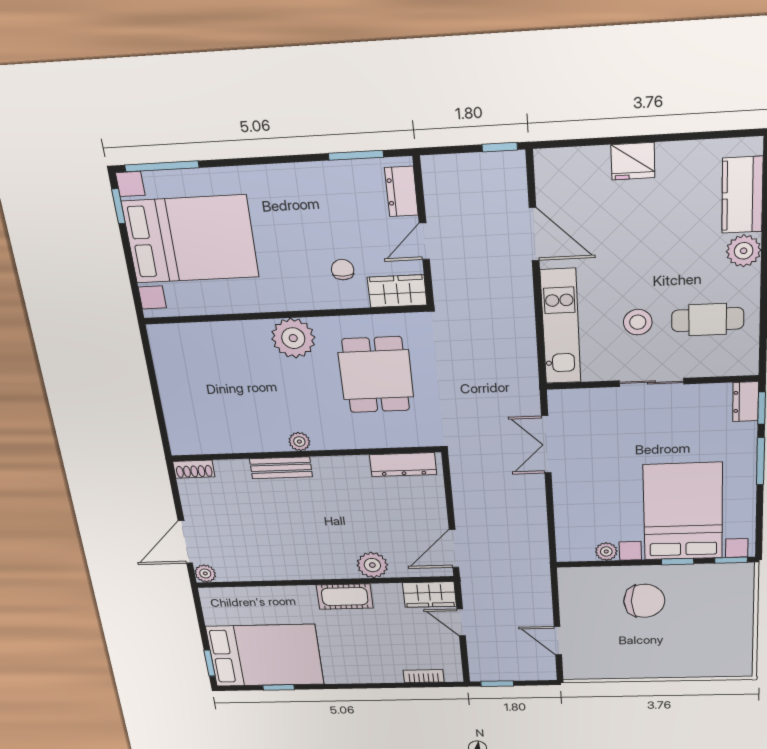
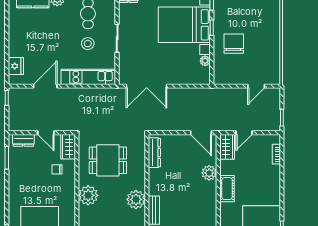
fridge: (633, 161) -> (16, 66), moved
plant: (299, 442) -> (136, 199), width x1.87, depth x1.87
double door: (546, 445) -> (147, 86), width x1.37

